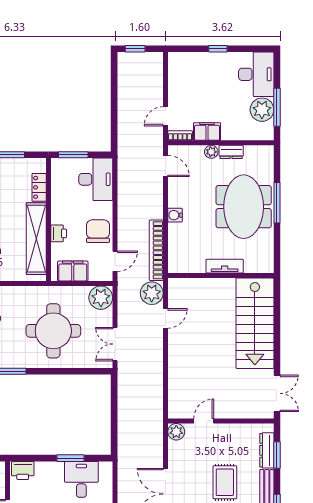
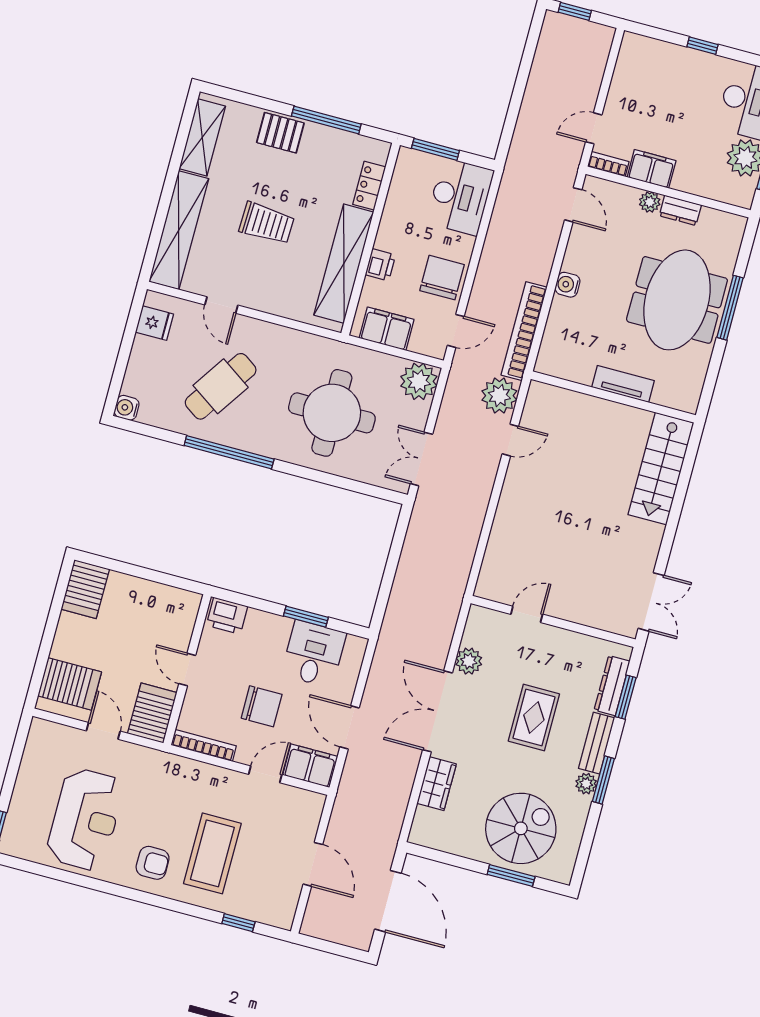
stairs: (255, 323) -> (661, 469), width x0.73, depth x0.66
plant: (176, 432) -> (469, 661), moved

